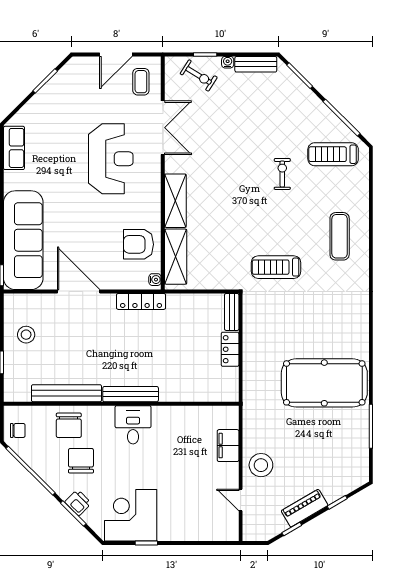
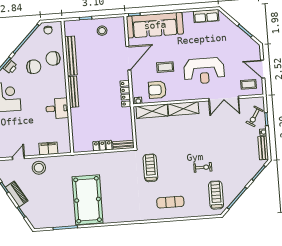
coffee table: (99, 227) -> (165, 67), added
armchair: (138, 244) -> (157, 90), turned -90
desk: (133, 425) -> (57, 108), moved

